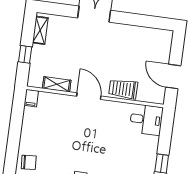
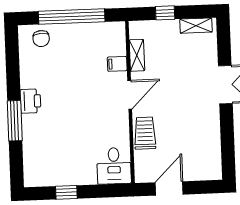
filing cabinet: (31, 98) -> (117, 64), moved
window: (15, 134) -> (72, 17), added

